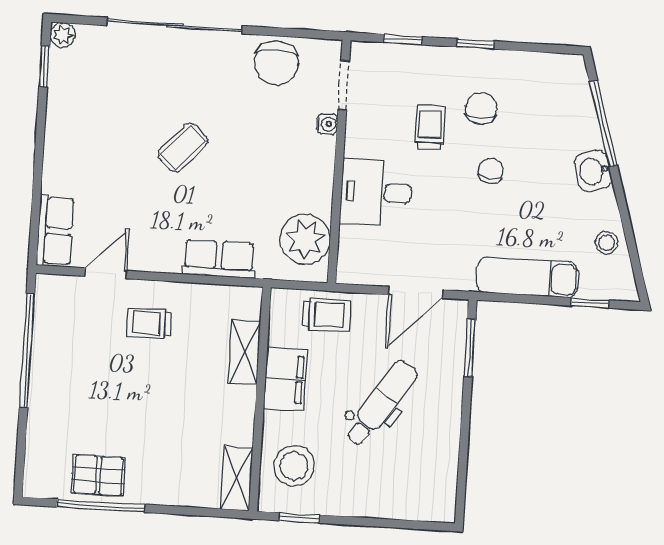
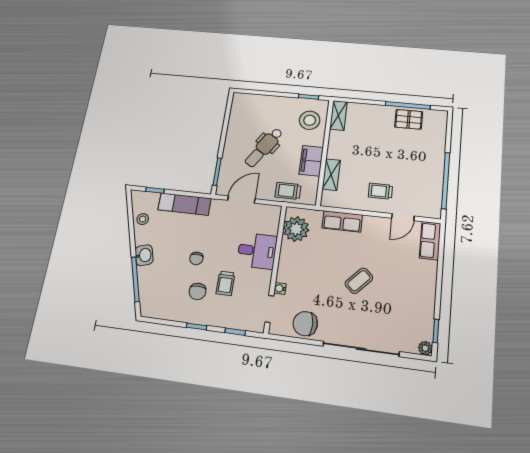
chair: (276, 63) -> (305, 324), turned -90
trolley: (149, 323) -> (380, 191), turned 180

